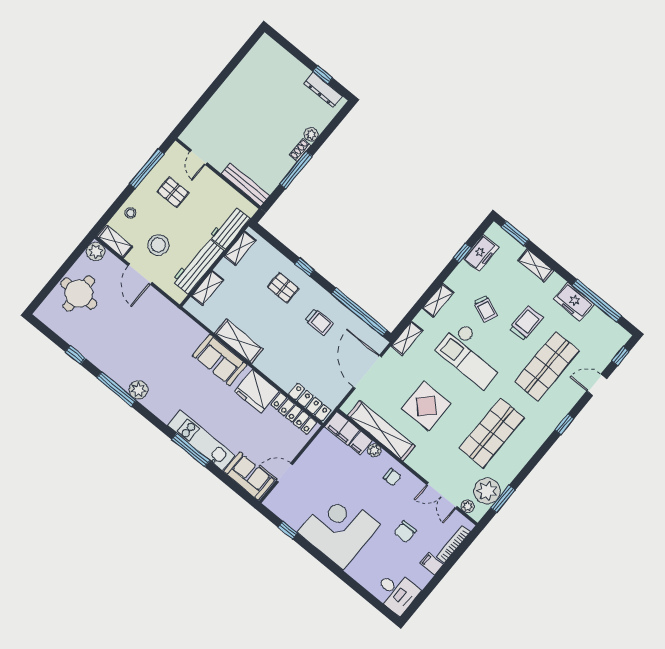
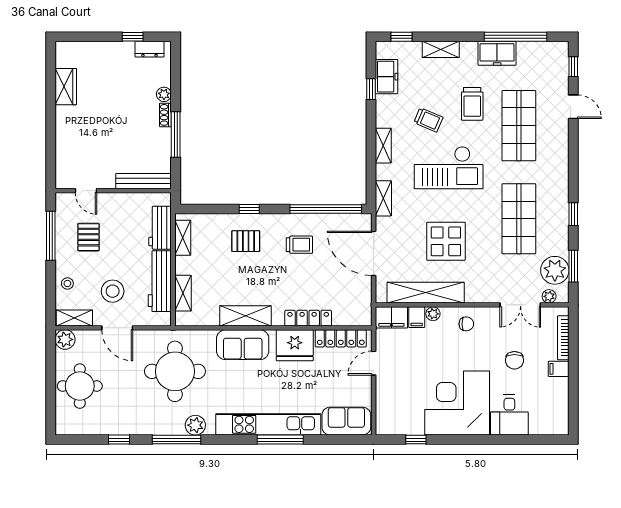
wardrobe: (245, 71) -> (66, 87), added
dresser: (323, 90) -> (150, 49), width x0.70
pallet: (173, 192) -> (88, 237), turned 90
window: (515, 233) -> (401, 37), width x0.67
trolley: (526, 323) -> (472, 104), turned 180
round table: (156, 339) -> (175, 371), added
door: (597, 385) -> (573, 107), swing flipped
locker: (310, 402) -> (308, 318), moved
window: (564, 424) -> (573, 214), moved
kitchen unit: (201, 440) -> (268, 424), width x1.36
door: (284, 473) -> (374, 363), moved
desk: (396, 592) -> (509, 415), moved, turned 90

